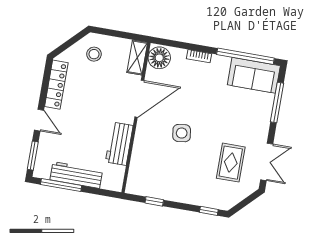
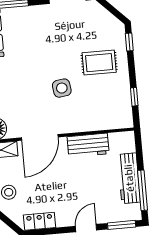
locker: (56, 85) -> (39, 221), width x0.66
door: (139, 99) -> (40, 137), swing flipped
rug: (231, 163) -> (99, 63), moved

